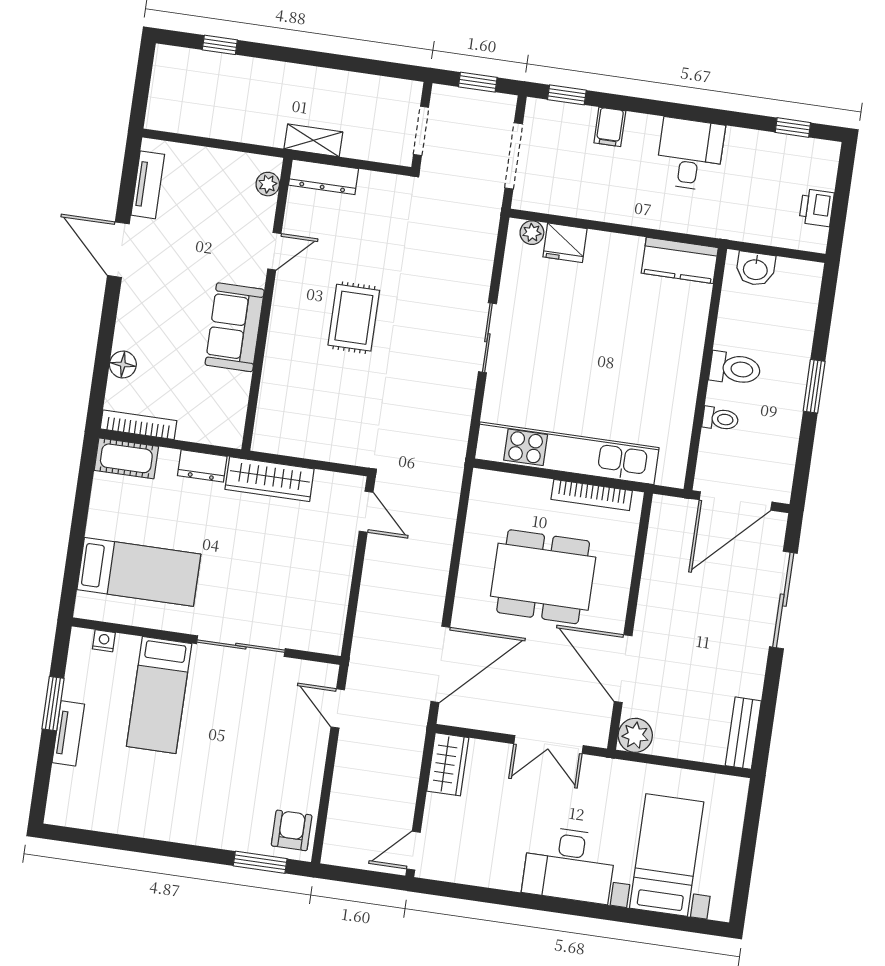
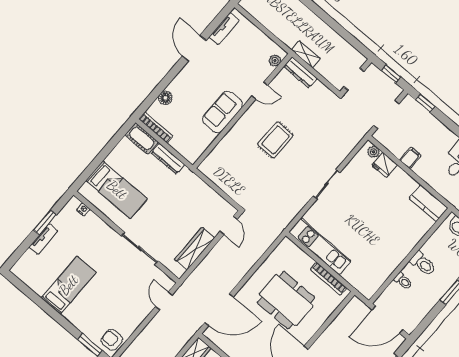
filing cabinet: (610, 127) -> (410, 158), moved, turned 180
kitchen unit: (567, 453) -> (320, 246), width x0.73
dresser: (202, 466) -> (168, 159), width x1.44
wardrobe: (270, 479) -> (195, 249), moved, turned 90
bed: (159, 695) -> (69, 285), moved, turned 180
armchair: (292, 830) -> (112, 340), turned -90

